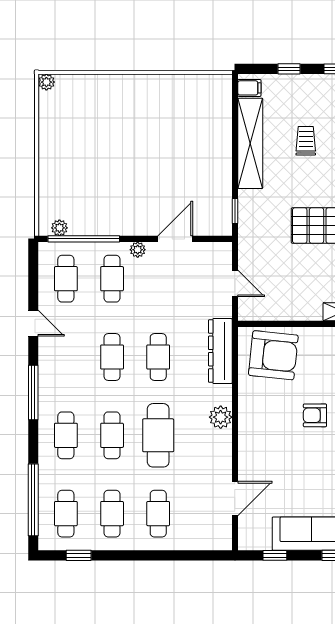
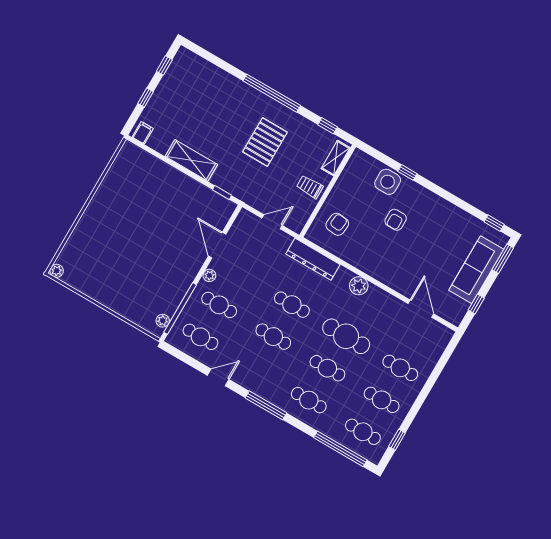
trolley: (306, 141) -> (310, 187), moved
shelving: (250, 143) -> (191, 160), width x0.68
armchair: (273, 355) -> (337, 224), width x0.53, depth x0.53

